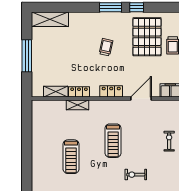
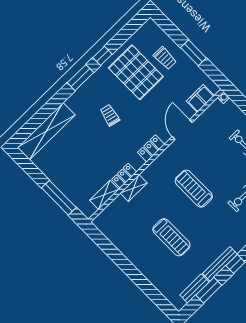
shelving: (50, 19) -> (46, 131), width x1.47
window: (27, 56) -> (59, 198), moved
treadmill: (113, 141) -> (194, 189), turned 180

